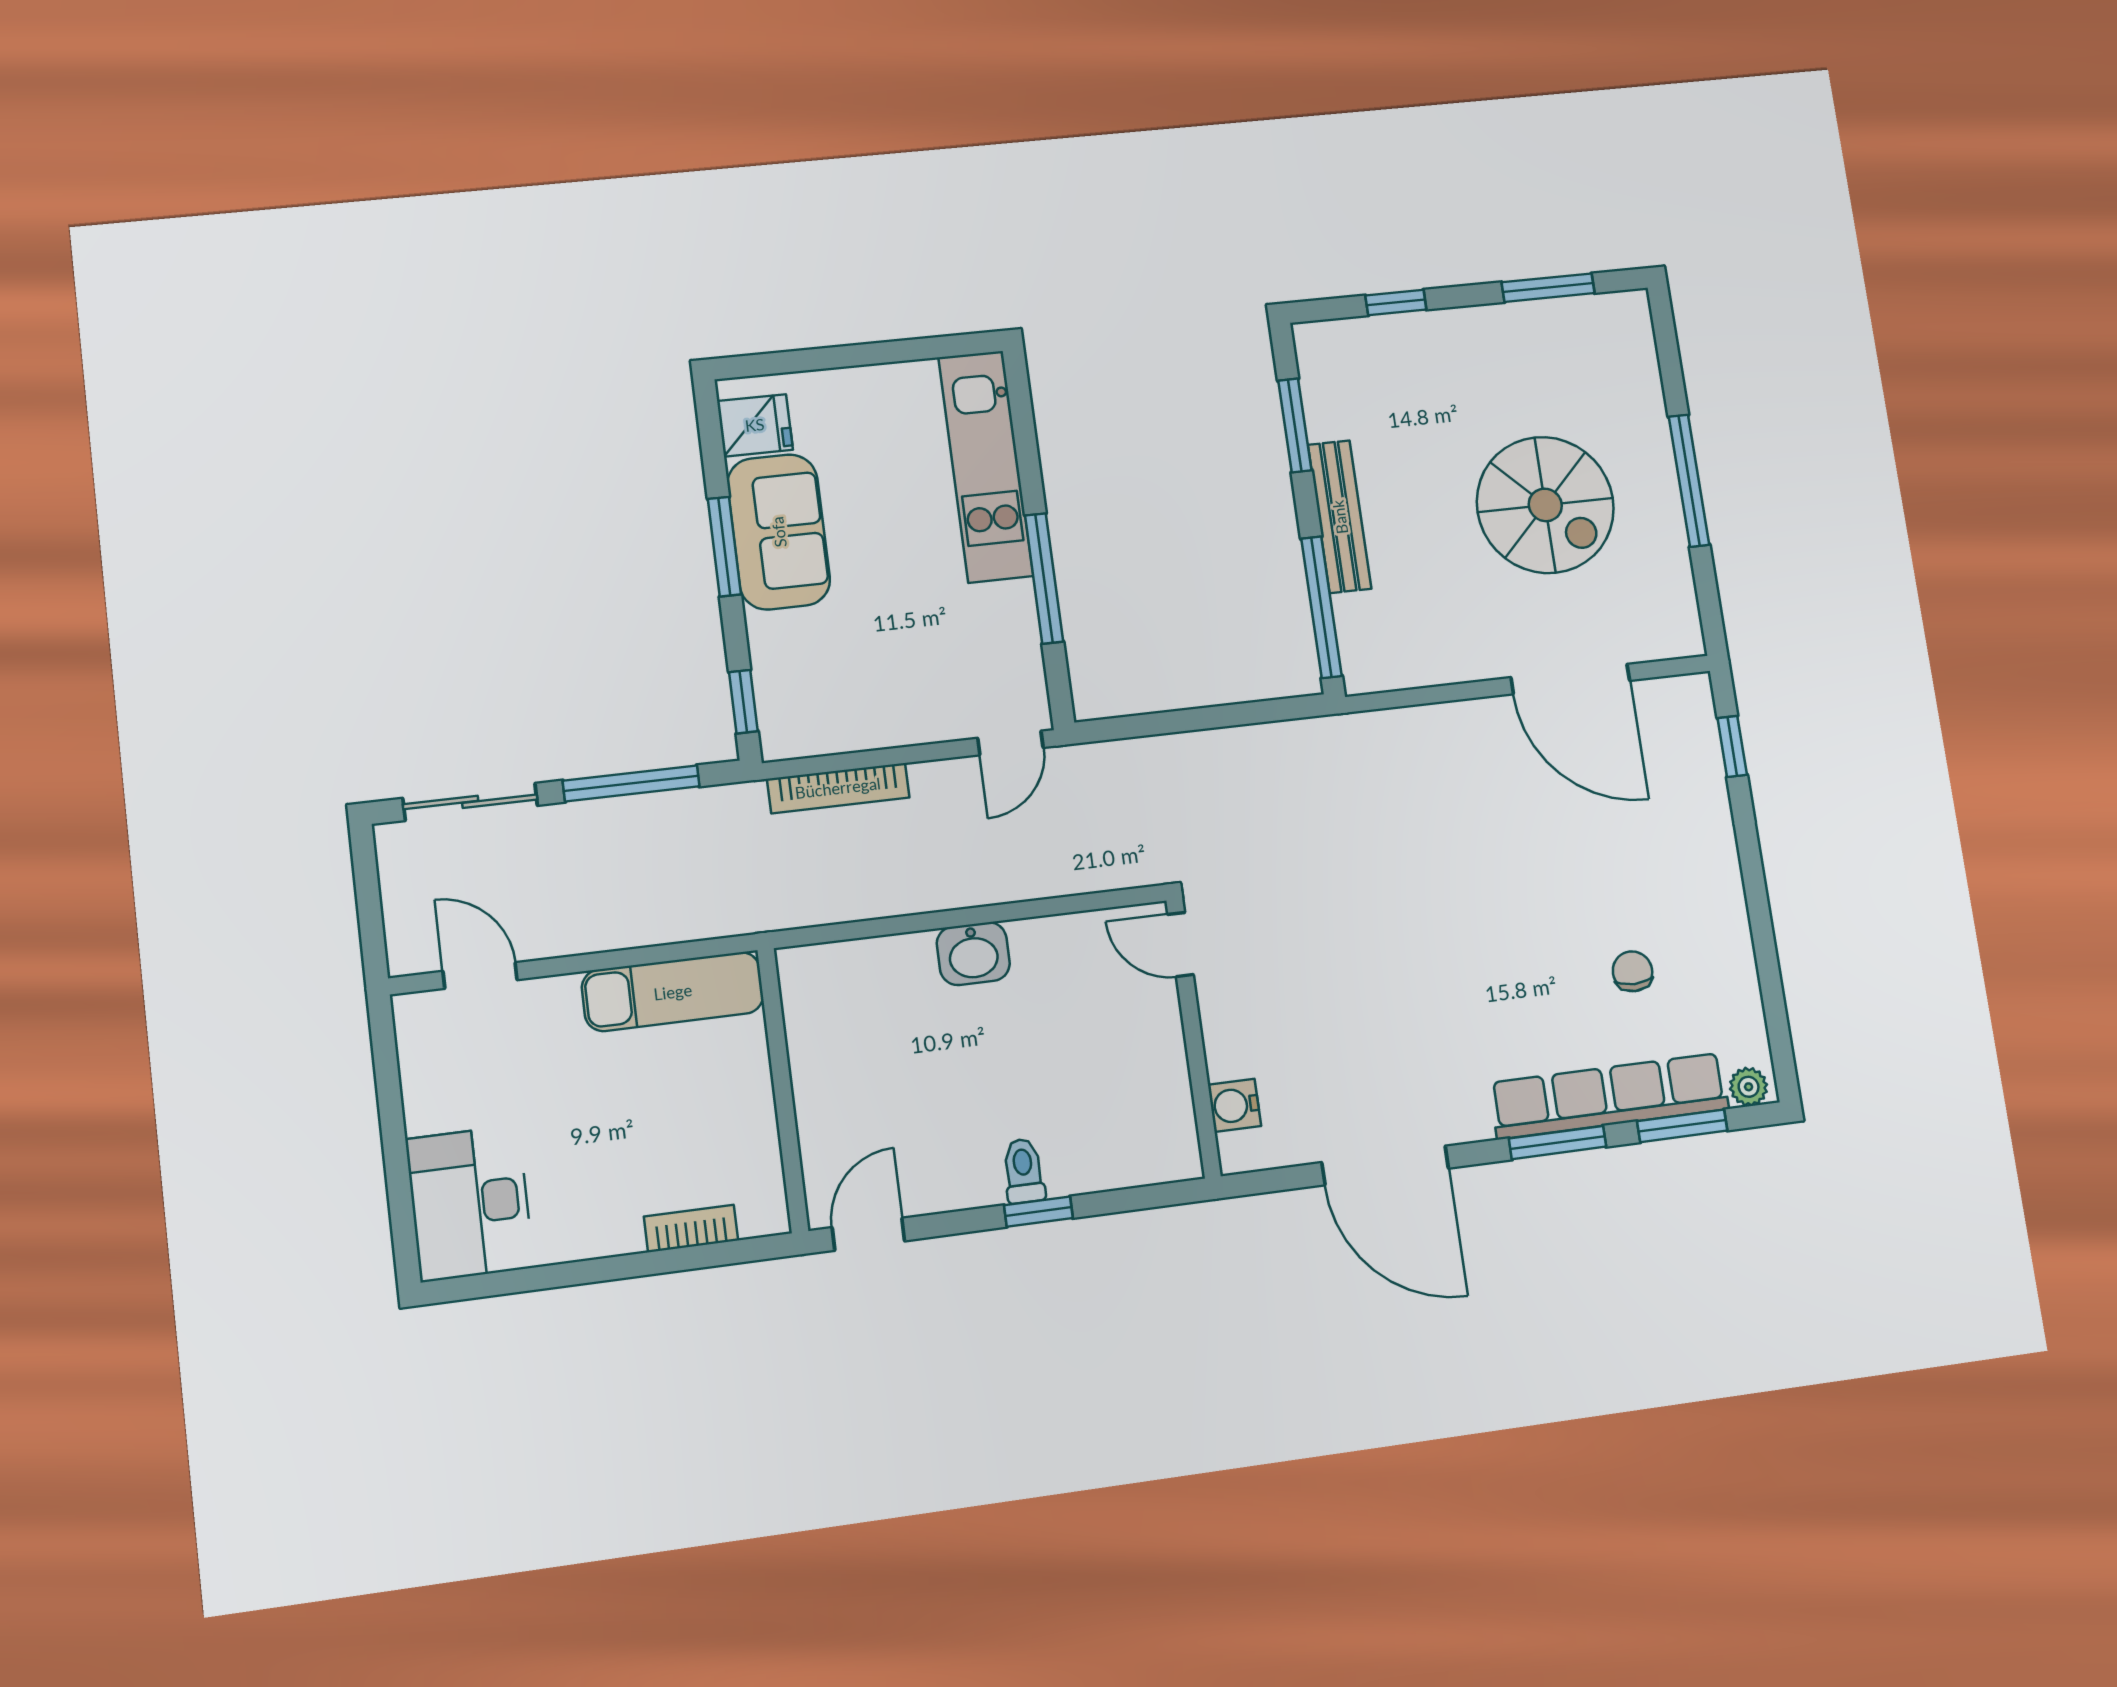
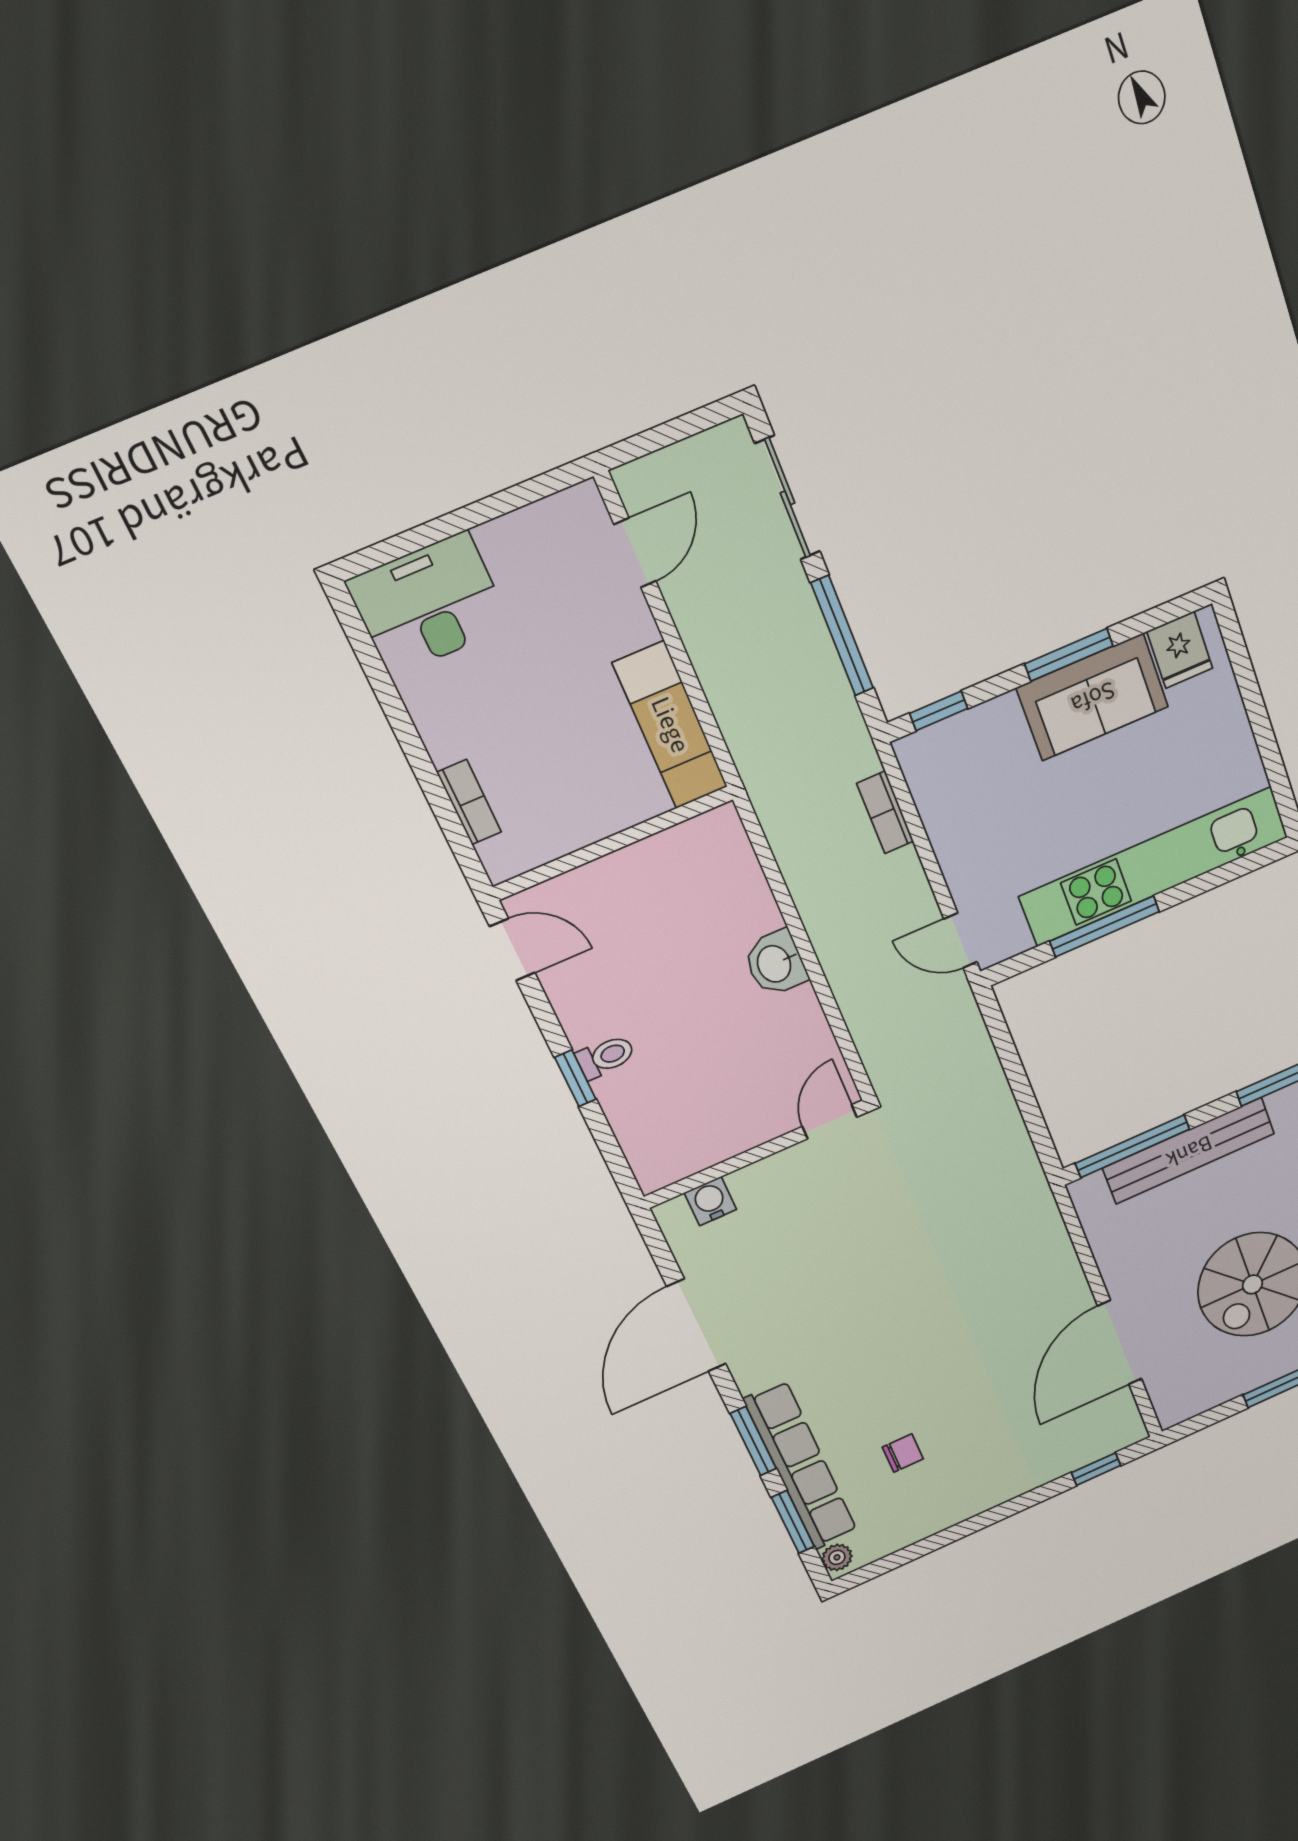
kitchen unit: (986, 466) -> (1154, 867), width x1.36
bench: (1340, 517) -> (1189, 1151), width x1.37, depth x1.21
bookcase: (838, 788) -> (885, 812), width x0.64

